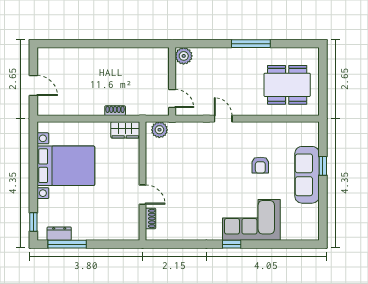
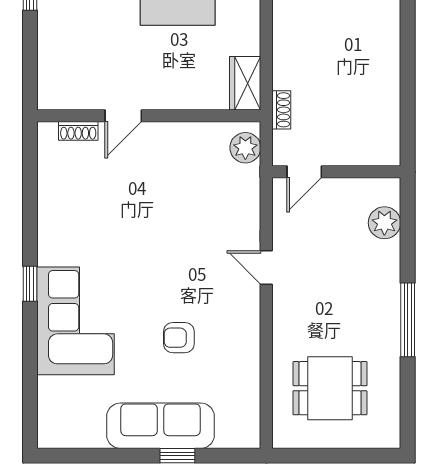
plant: (184, 56) -> (384, 223), moved
dining table: (287, 85) -> (330, 388), width x0.73
shoe rack: (115, 111) -> (281, 110), moved
door: (223, 119) -> (266, 268), swing flipped

